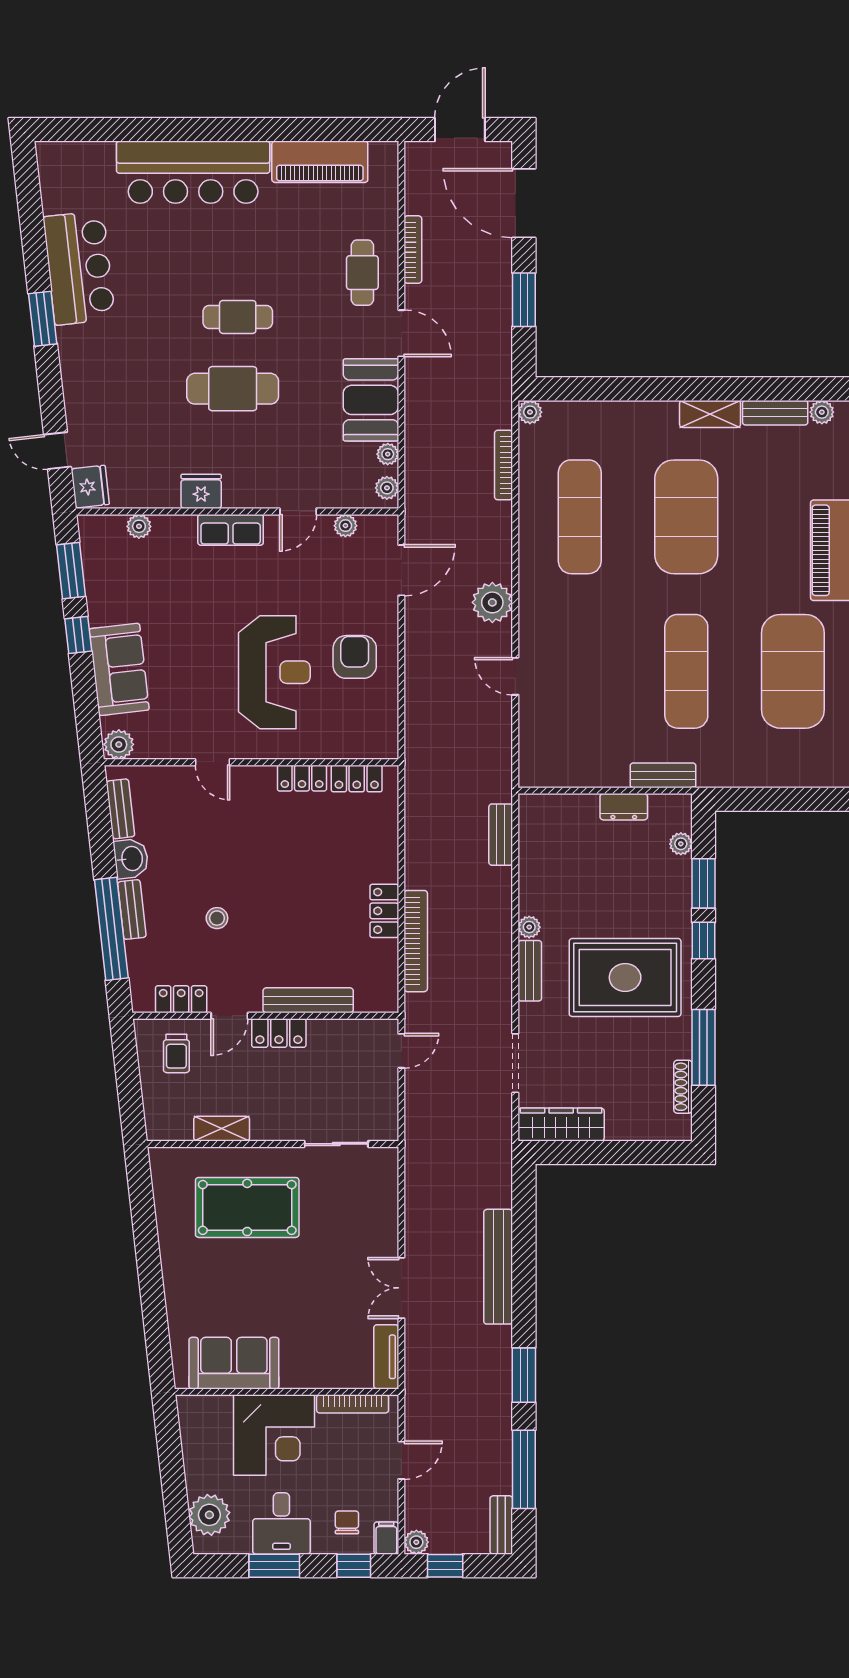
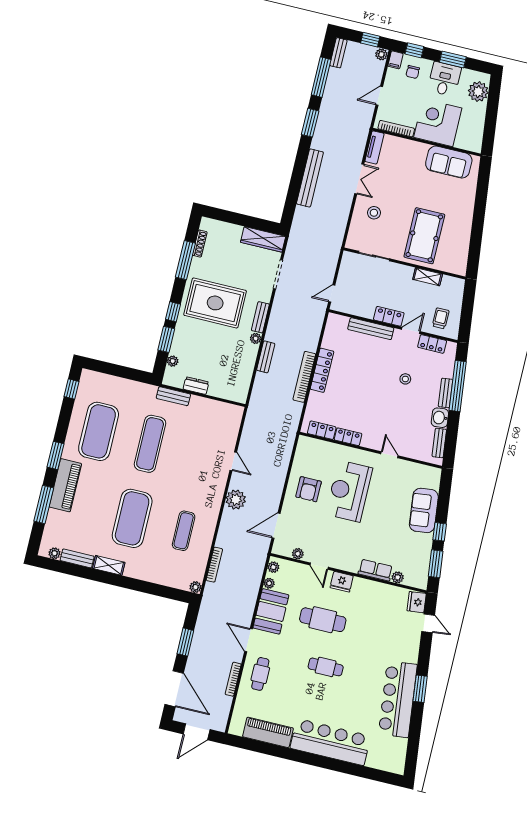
bar counter: (79, 268) -> (398, 699), width x1.36
cafe table: (233, 389) -> (323, 620), moved
fridge: (201, 491) -> (342, 582), moved
door: (298, 511) -> (319, 566), swing flipped
exercise mat: (580, 517) -> (184, 531), width x0.73, depth x0.69
row of seats: (231, 530) -> (375, 570), moved
plant: (119, 744) -> (433, 474), removed
bench: (501, 835) -> (266, 357), moved
locker: (384, 911) -> (322, 370), width x1.53
bookcase: (416, 941) -> (304, 377), moved
pool table: (247, 1207) -> (424, 236), turned 90
stool: (357, 1229) -> (374, 213), added

